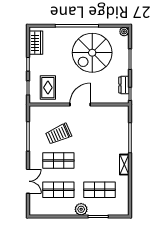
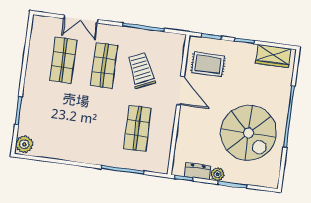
plant: (124, 32) -> (218, 174), moved
spiral stairs: (92, 53) -> (248, 133), turned 180
door: (80, 105) -> (181, 90), moved
shelving: (124, 165) -> (86, 157), removed
shop shelf: (99, 190) -> (137, 128), moved
plant: (81, 209) -> (24, 144), moved

